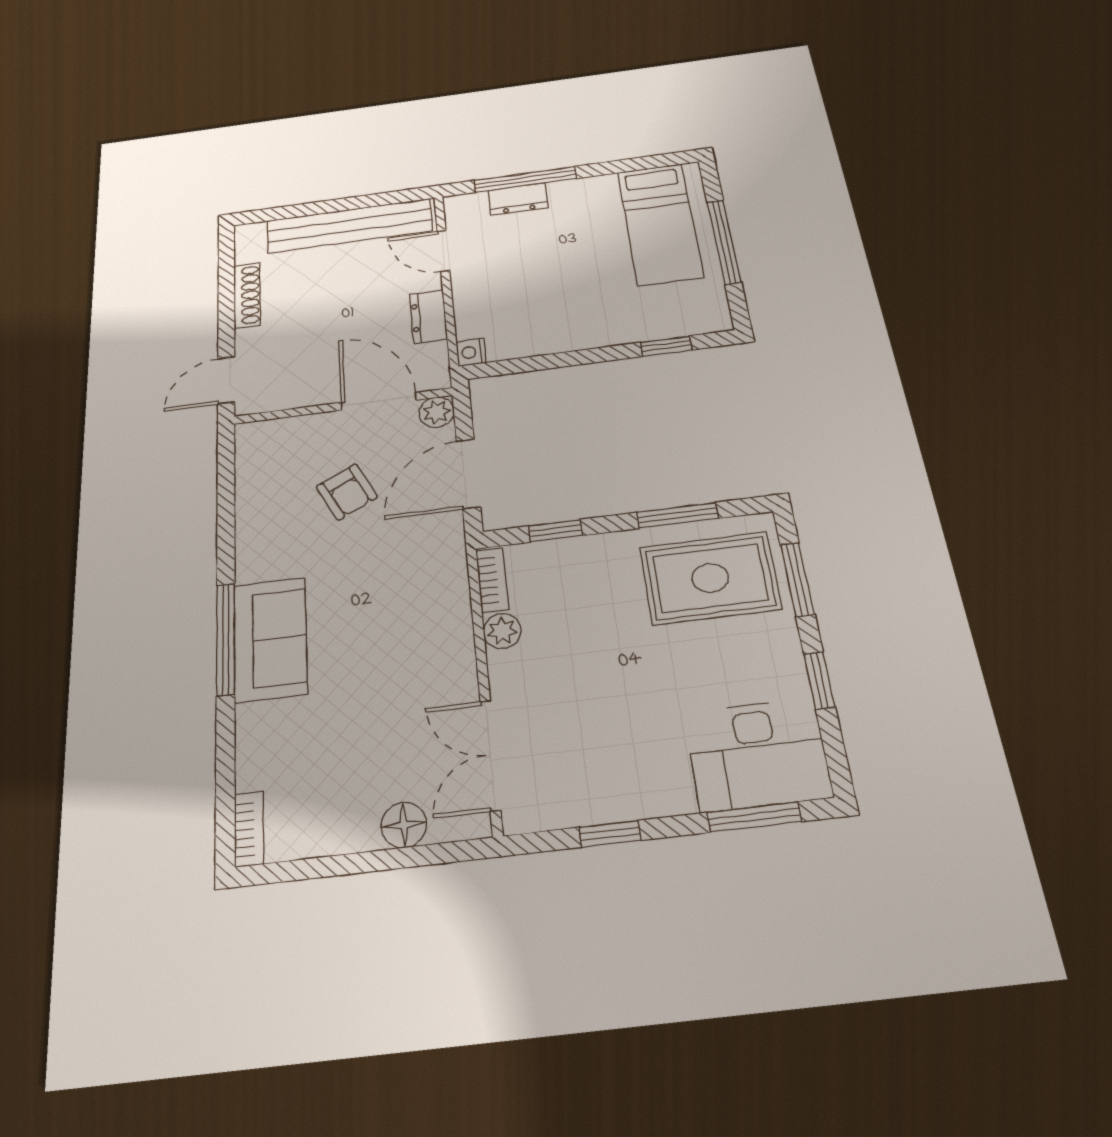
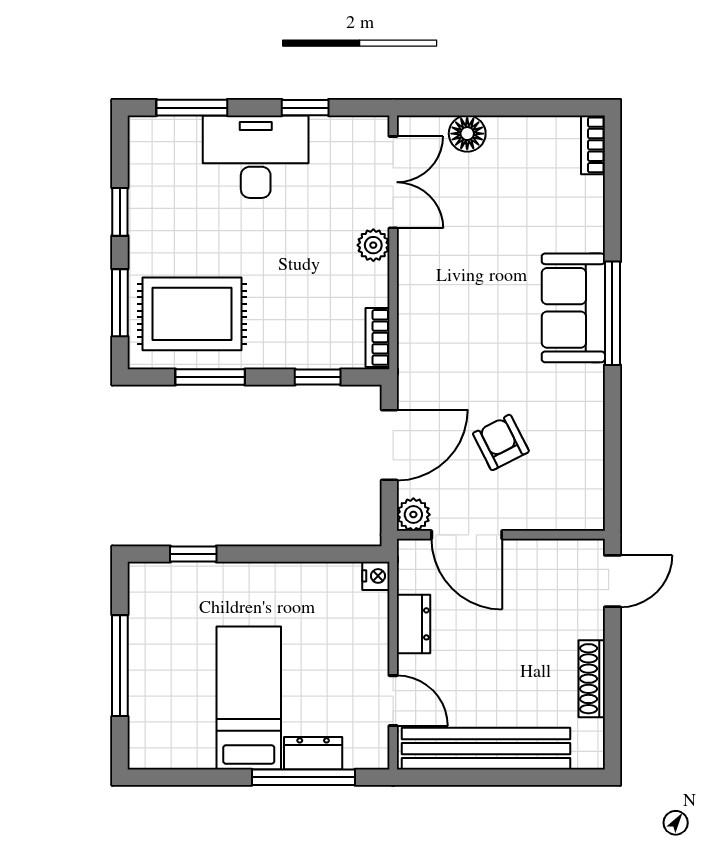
bed: (660, 224) -> (249, 698), moved
plant: (502, 631) -> (373, 245), moved
desk: (758, 754) -> (256, 157), moved

